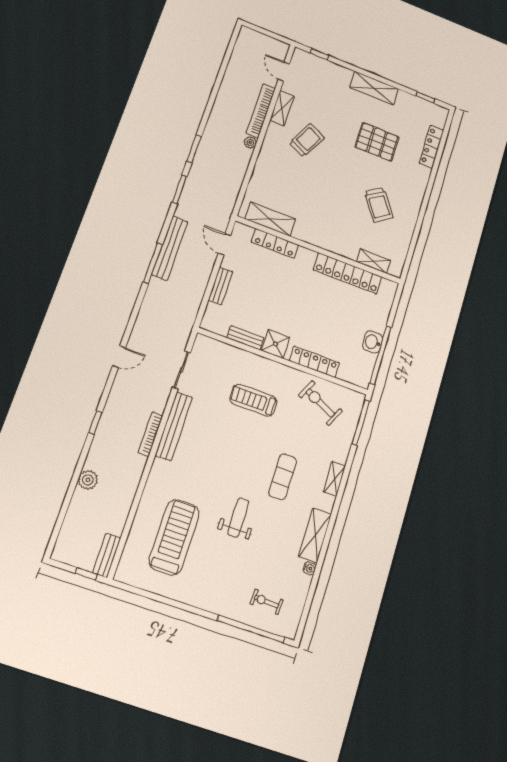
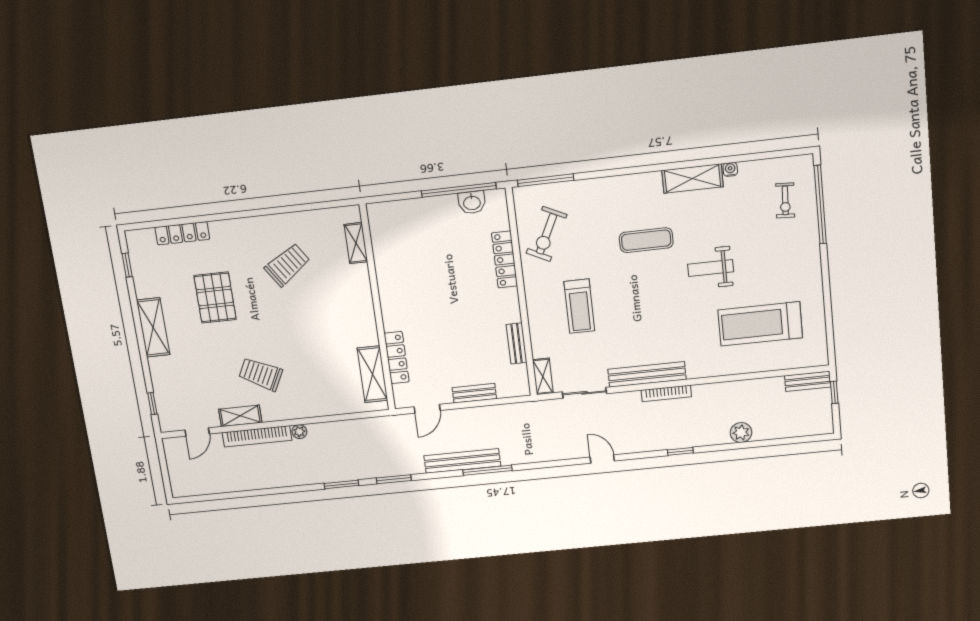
locker: (348, 273) -> (386, 266), removed
washbasin: (373, 342) -> (472, 202), moved
shower: (276, 344) -> (507, 309), removed
shelving: (334, 479) -> (543, 376), moved, turned 90

